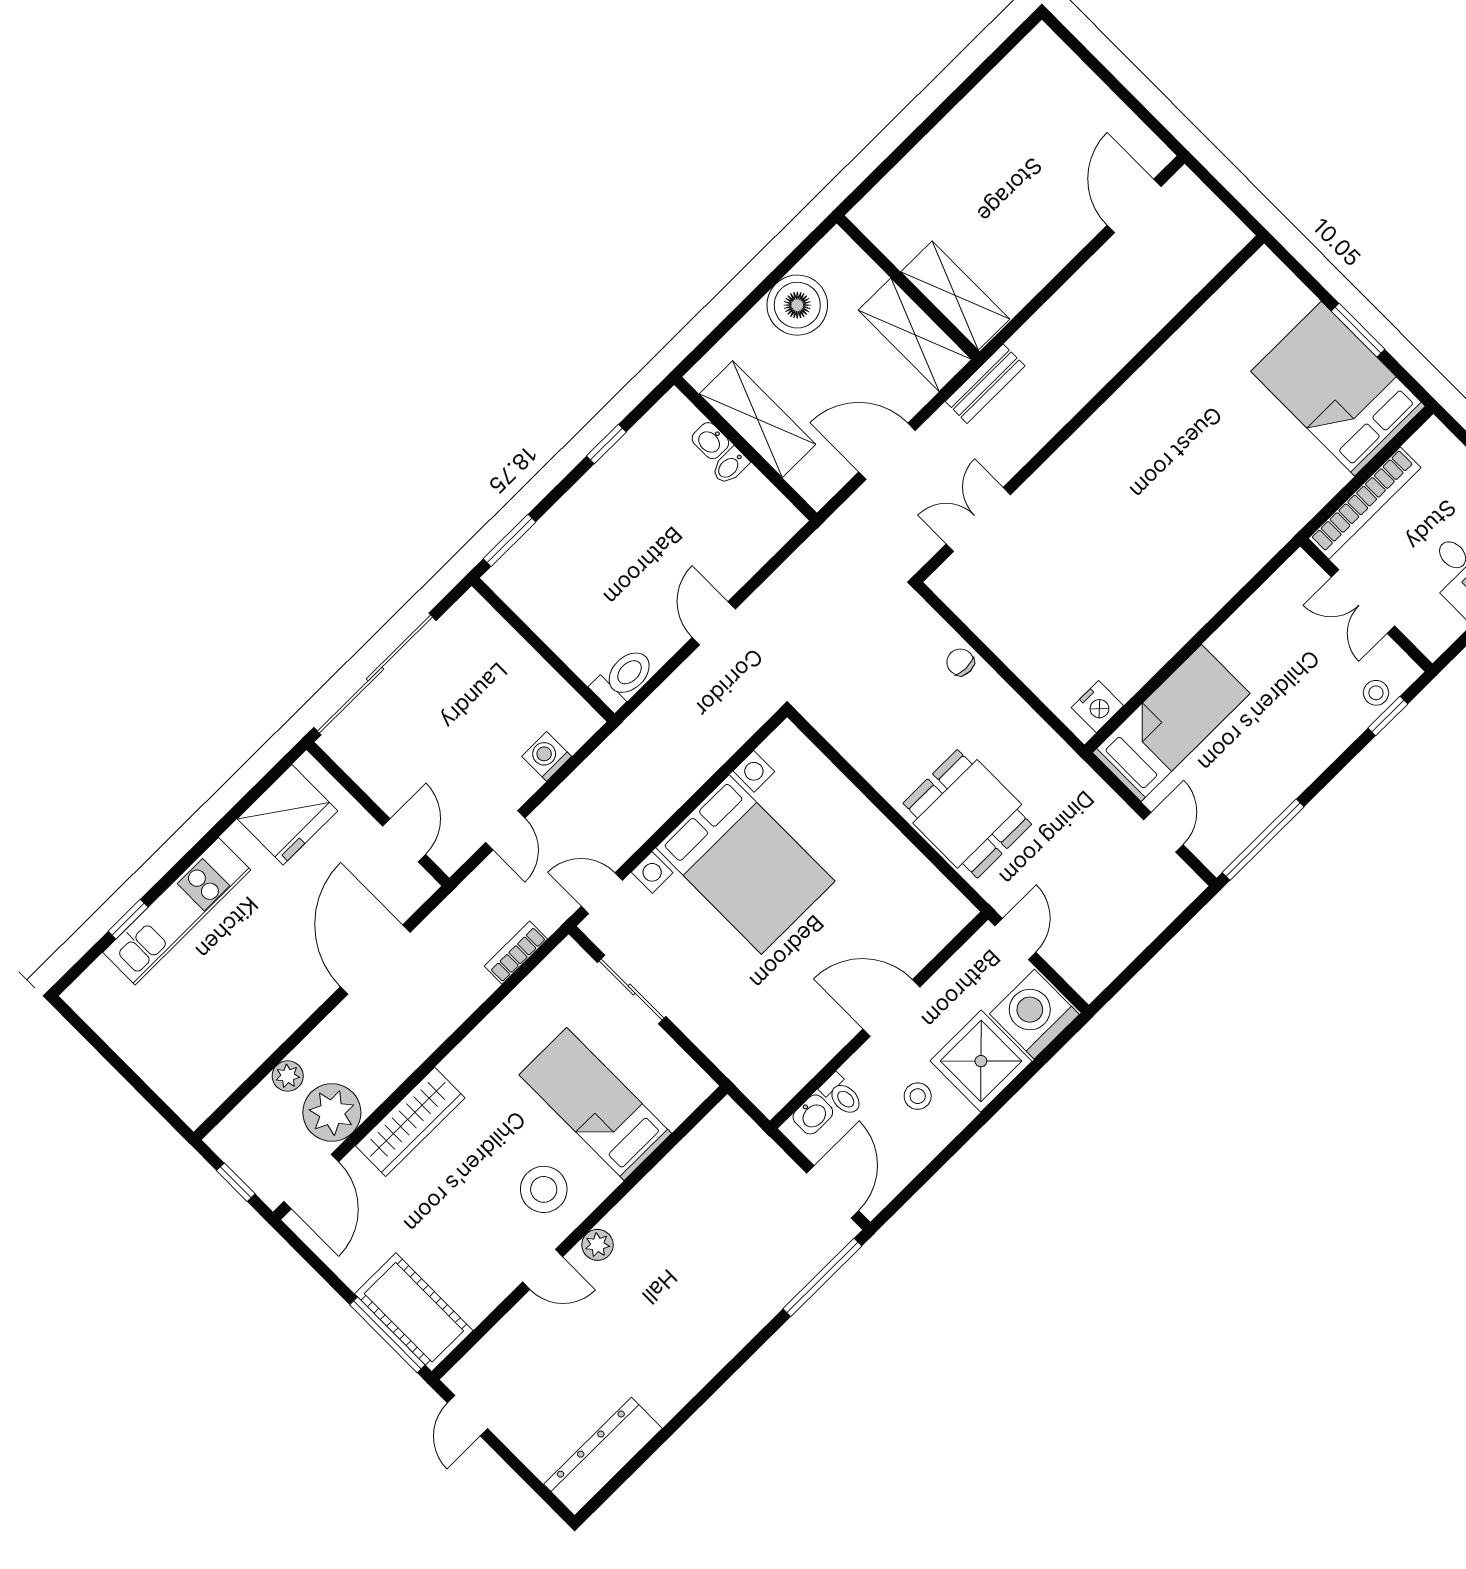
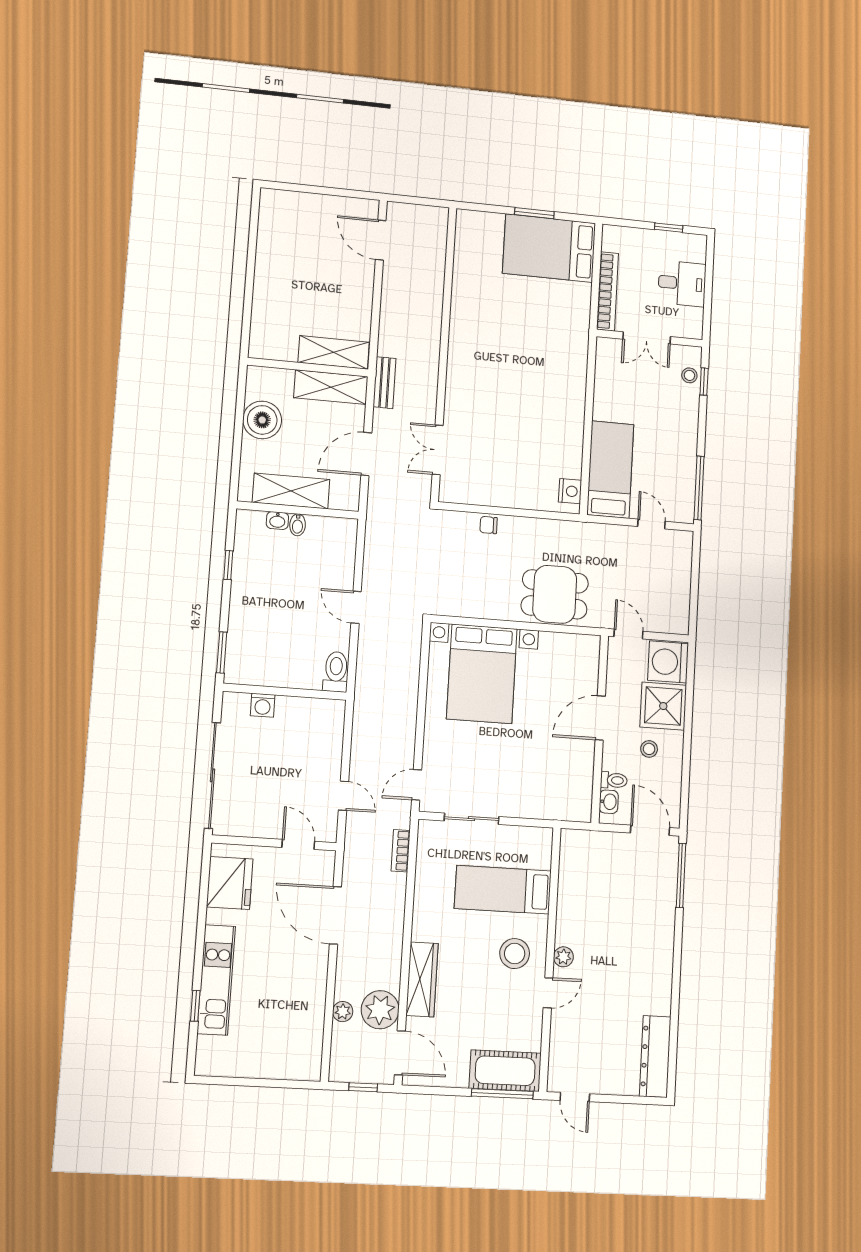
washing machine: (547, 756) -> (263, 705), moved, turned -90
bed with nightstands: (745, 864) -> (482, 674), moved, turned 90

